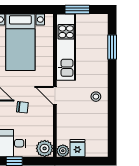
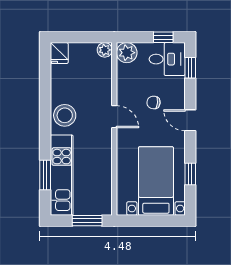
kitchen unit: (66, 47) -> (62, 175), moved, turned 180
stool: (96, 97) -> (65, 115), width x1.89, depth x1.89
fridge: (77, 148) -> (59, 53), moved

